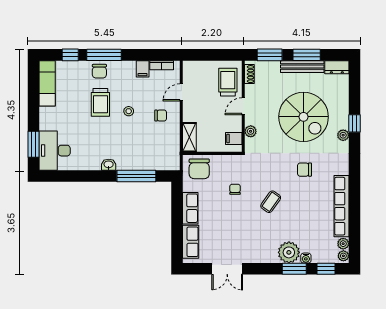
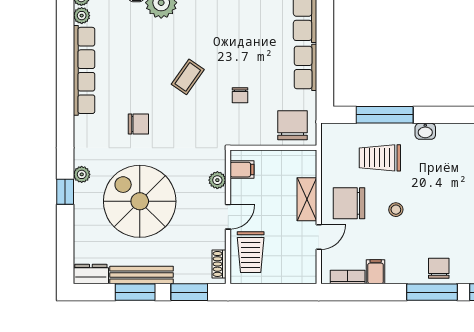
trolley: (100, 102) -> (380, 158), moved, turned -90
chair: (161, 116) -> (349, 203), width x1.87, depth x1.87
shelving: (189, 137) -> (307, 199), moved

